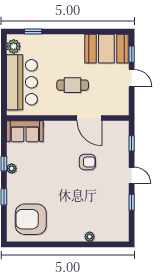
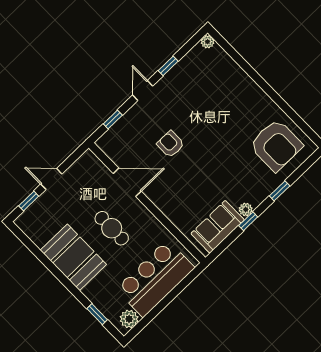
booth: (106, 49) -> (73, 257), moved
door: (132, 78) -> (51, 179), hinge flipped
door: (89, 118) -> (127, 182), hinge flipped
sofa: (25, 131) -> (218, 227), moved, turned -90
plant: (90, 237) -> (208, 42), moved

